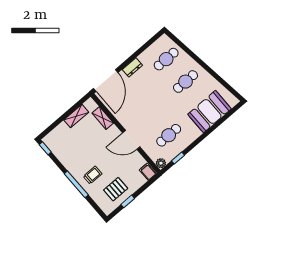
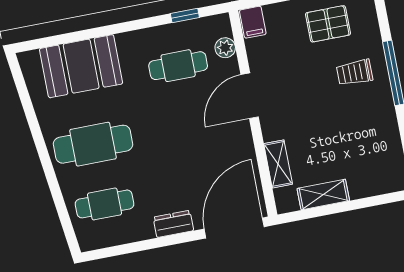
cafe table: (186, 82) -> (93, 144), width x1.37, depth x1.35
door: (131, 140) -> (250, 96), swing flipped
plant: (161, 163) -> (225, 48), moved

